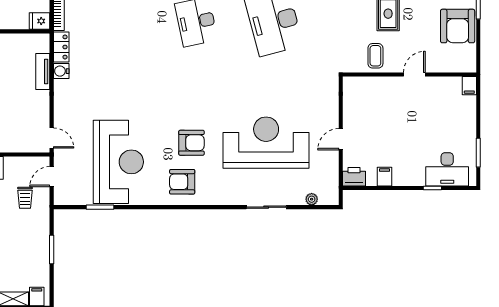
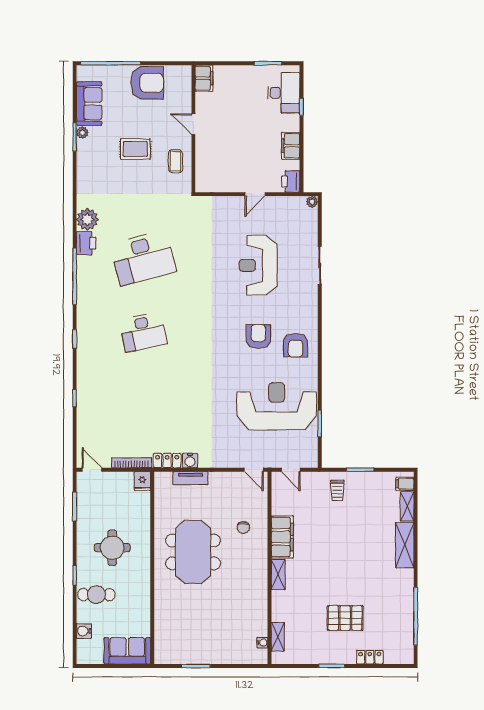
coffee table: (375, 56) -> (176, 161), turned 90
filing cabinet: (469, 86) -> (204, 78), width x2.00
door: (52, 138) -> (254, 470), swing flipped
door: (341, 139) -> (255, 194), hinge flipped
reception desk: (266, 143) -> (258, 265), width x0.74, depth x0.77
filing cabinet: (384, 177) -> (291, 146), width x2.00
trolley: (25, 198) -> (337, 490), moved, turned 90
plant: (312, 199) -> (312, 202), moved

